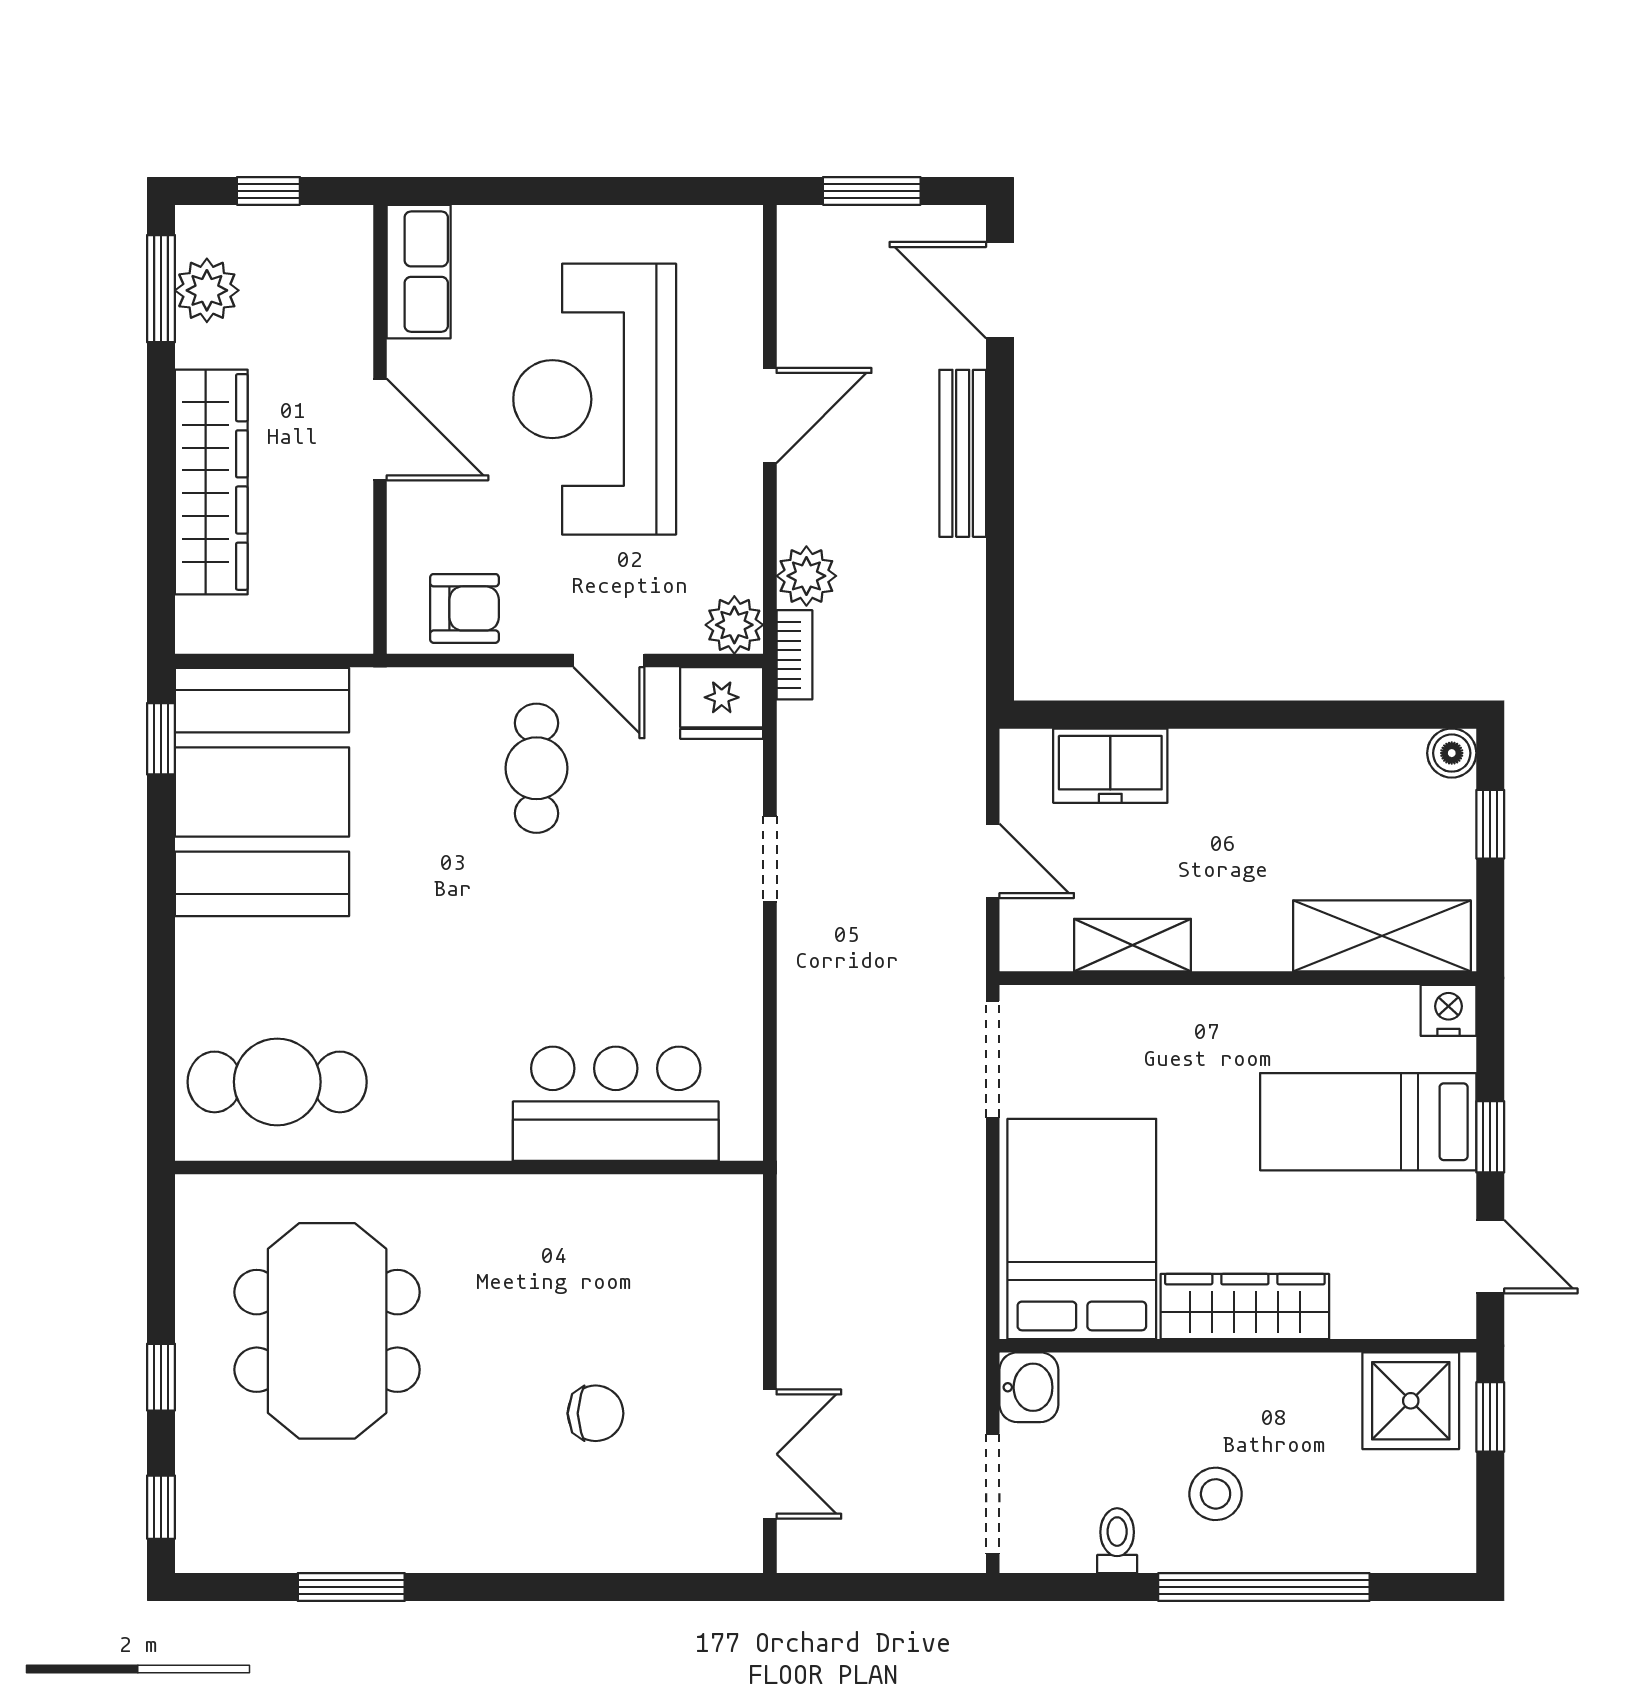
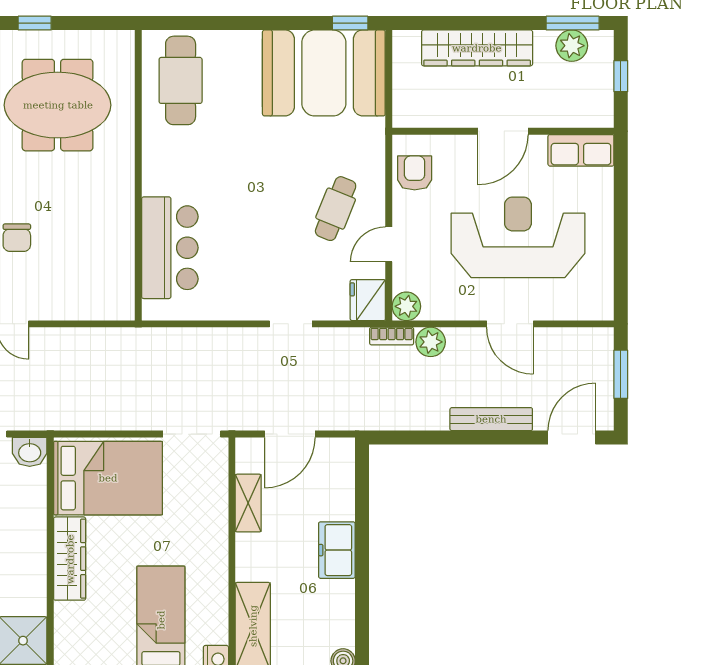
armchair: (464, 608) -> (415, 173), turned 180
freezer: (1110, 766) -> (337, 550), moved
cafe table: (537, 768) -> (336, 209), turned -68
door: (993, 861) -> (290, 434), width x1.38

